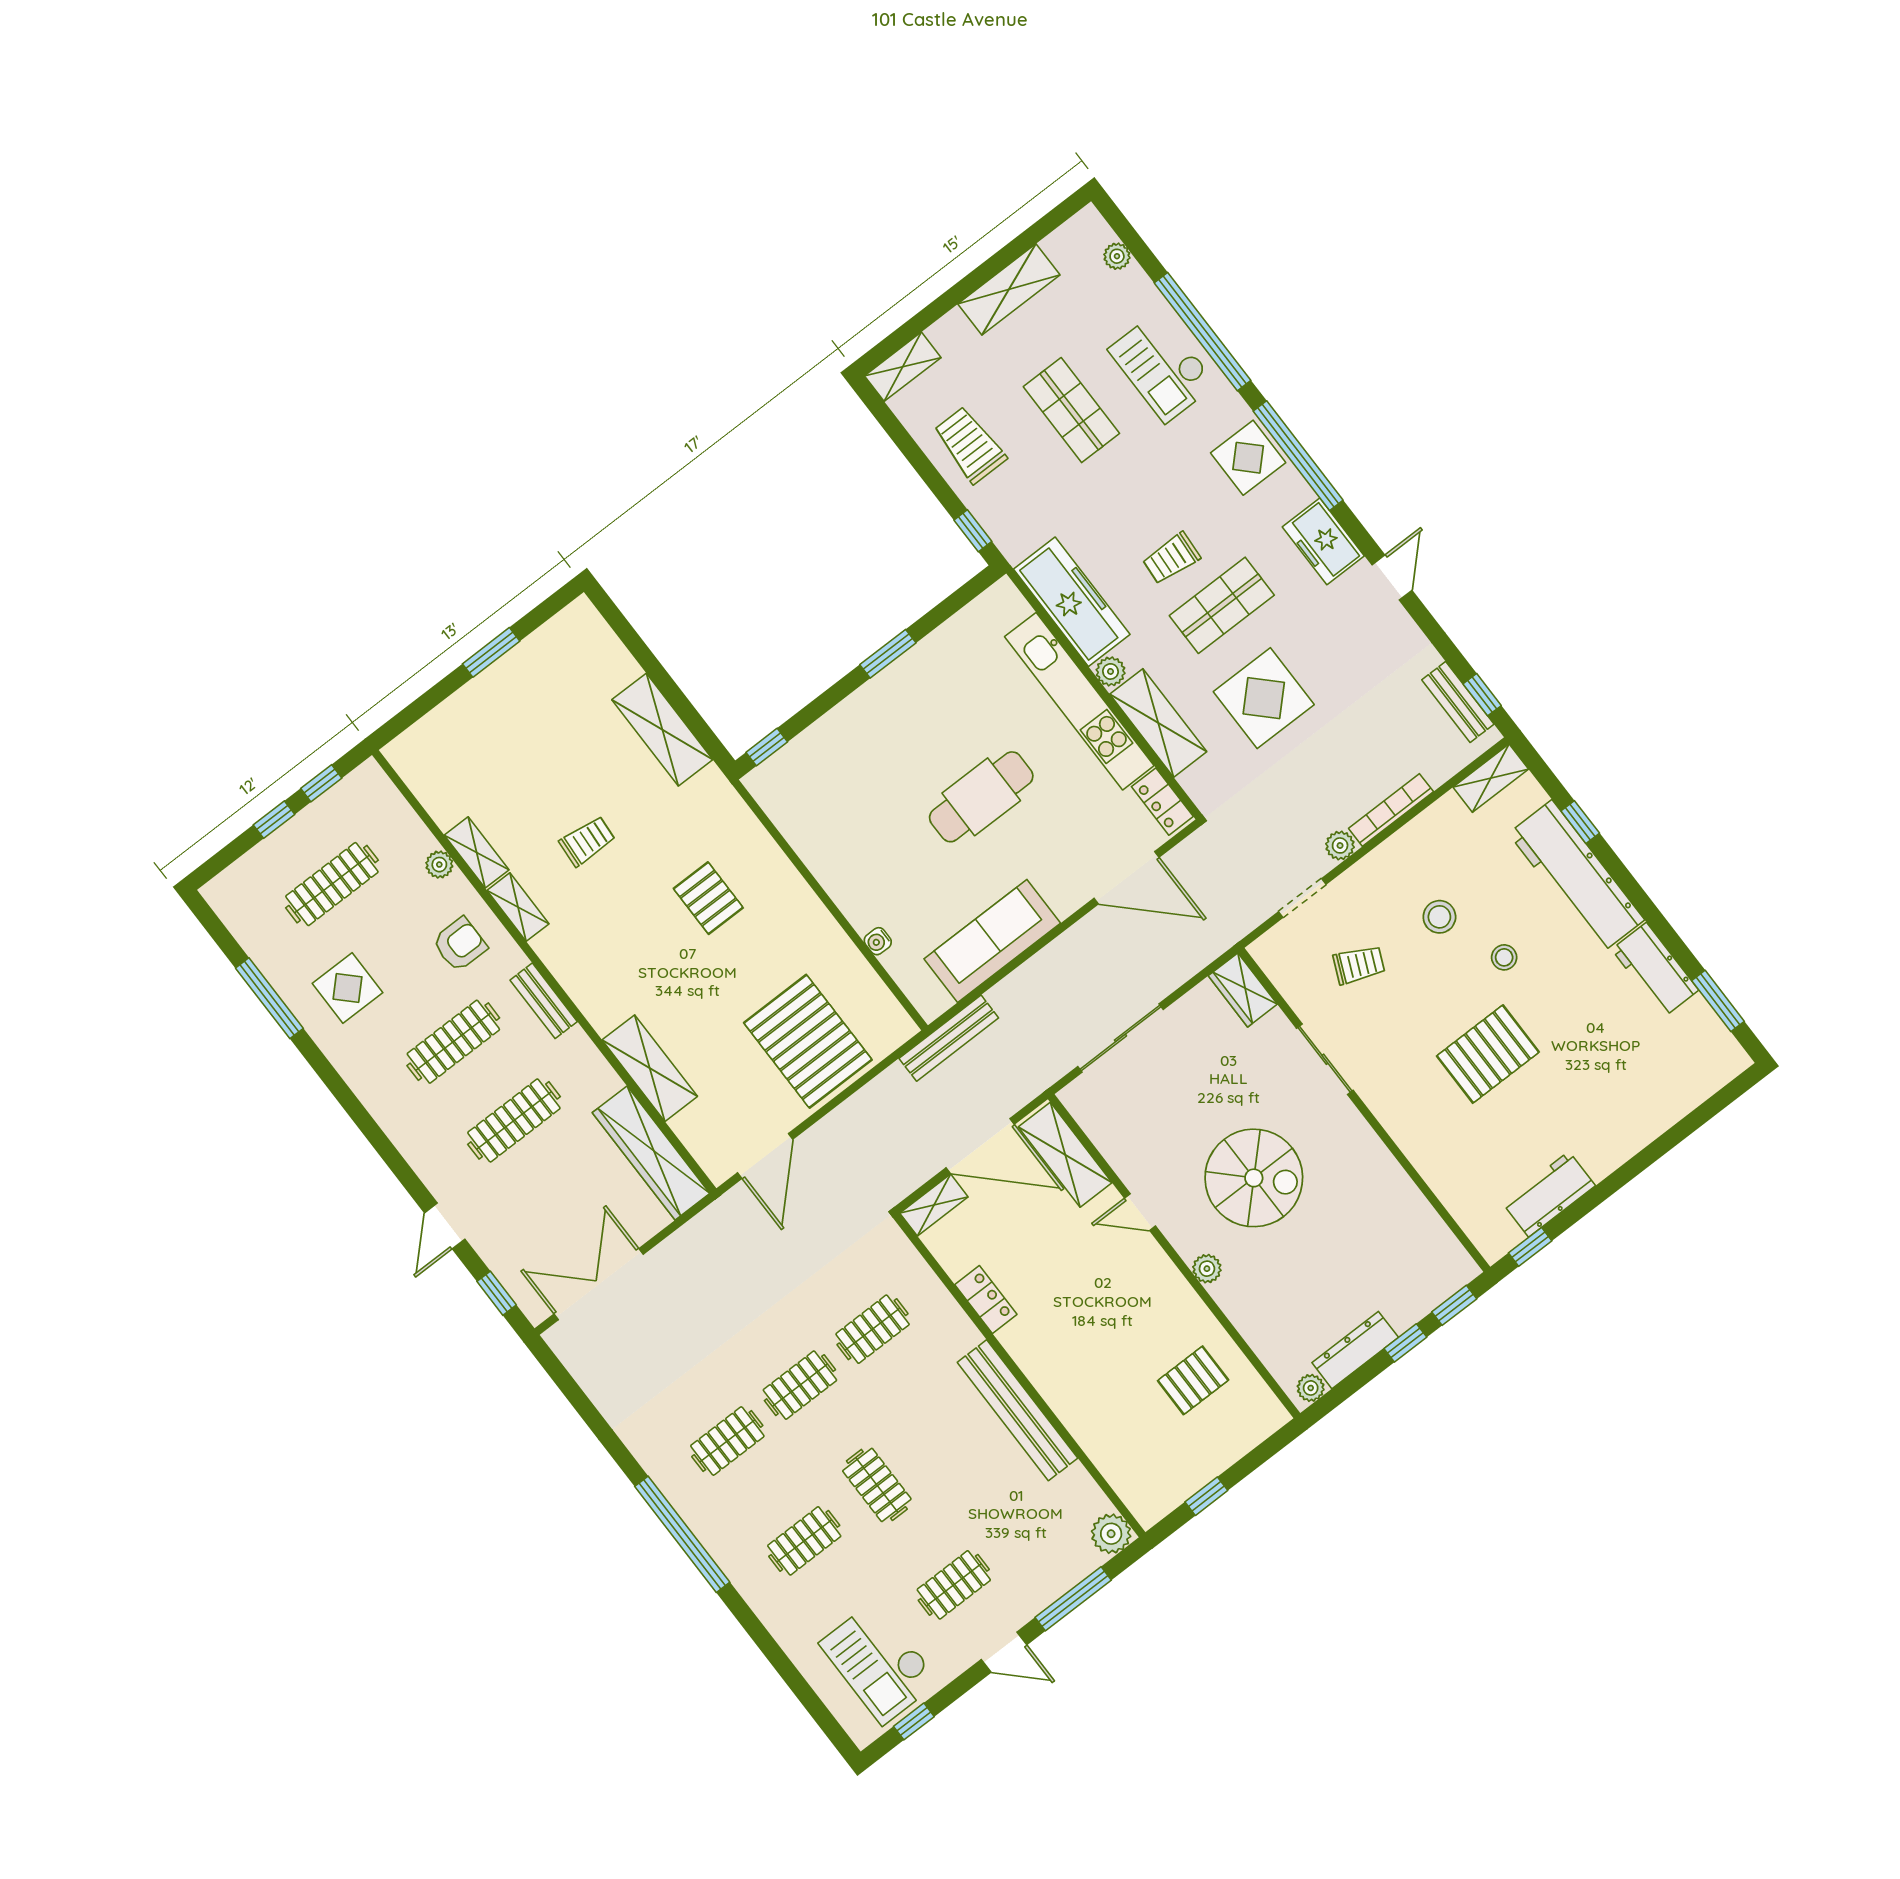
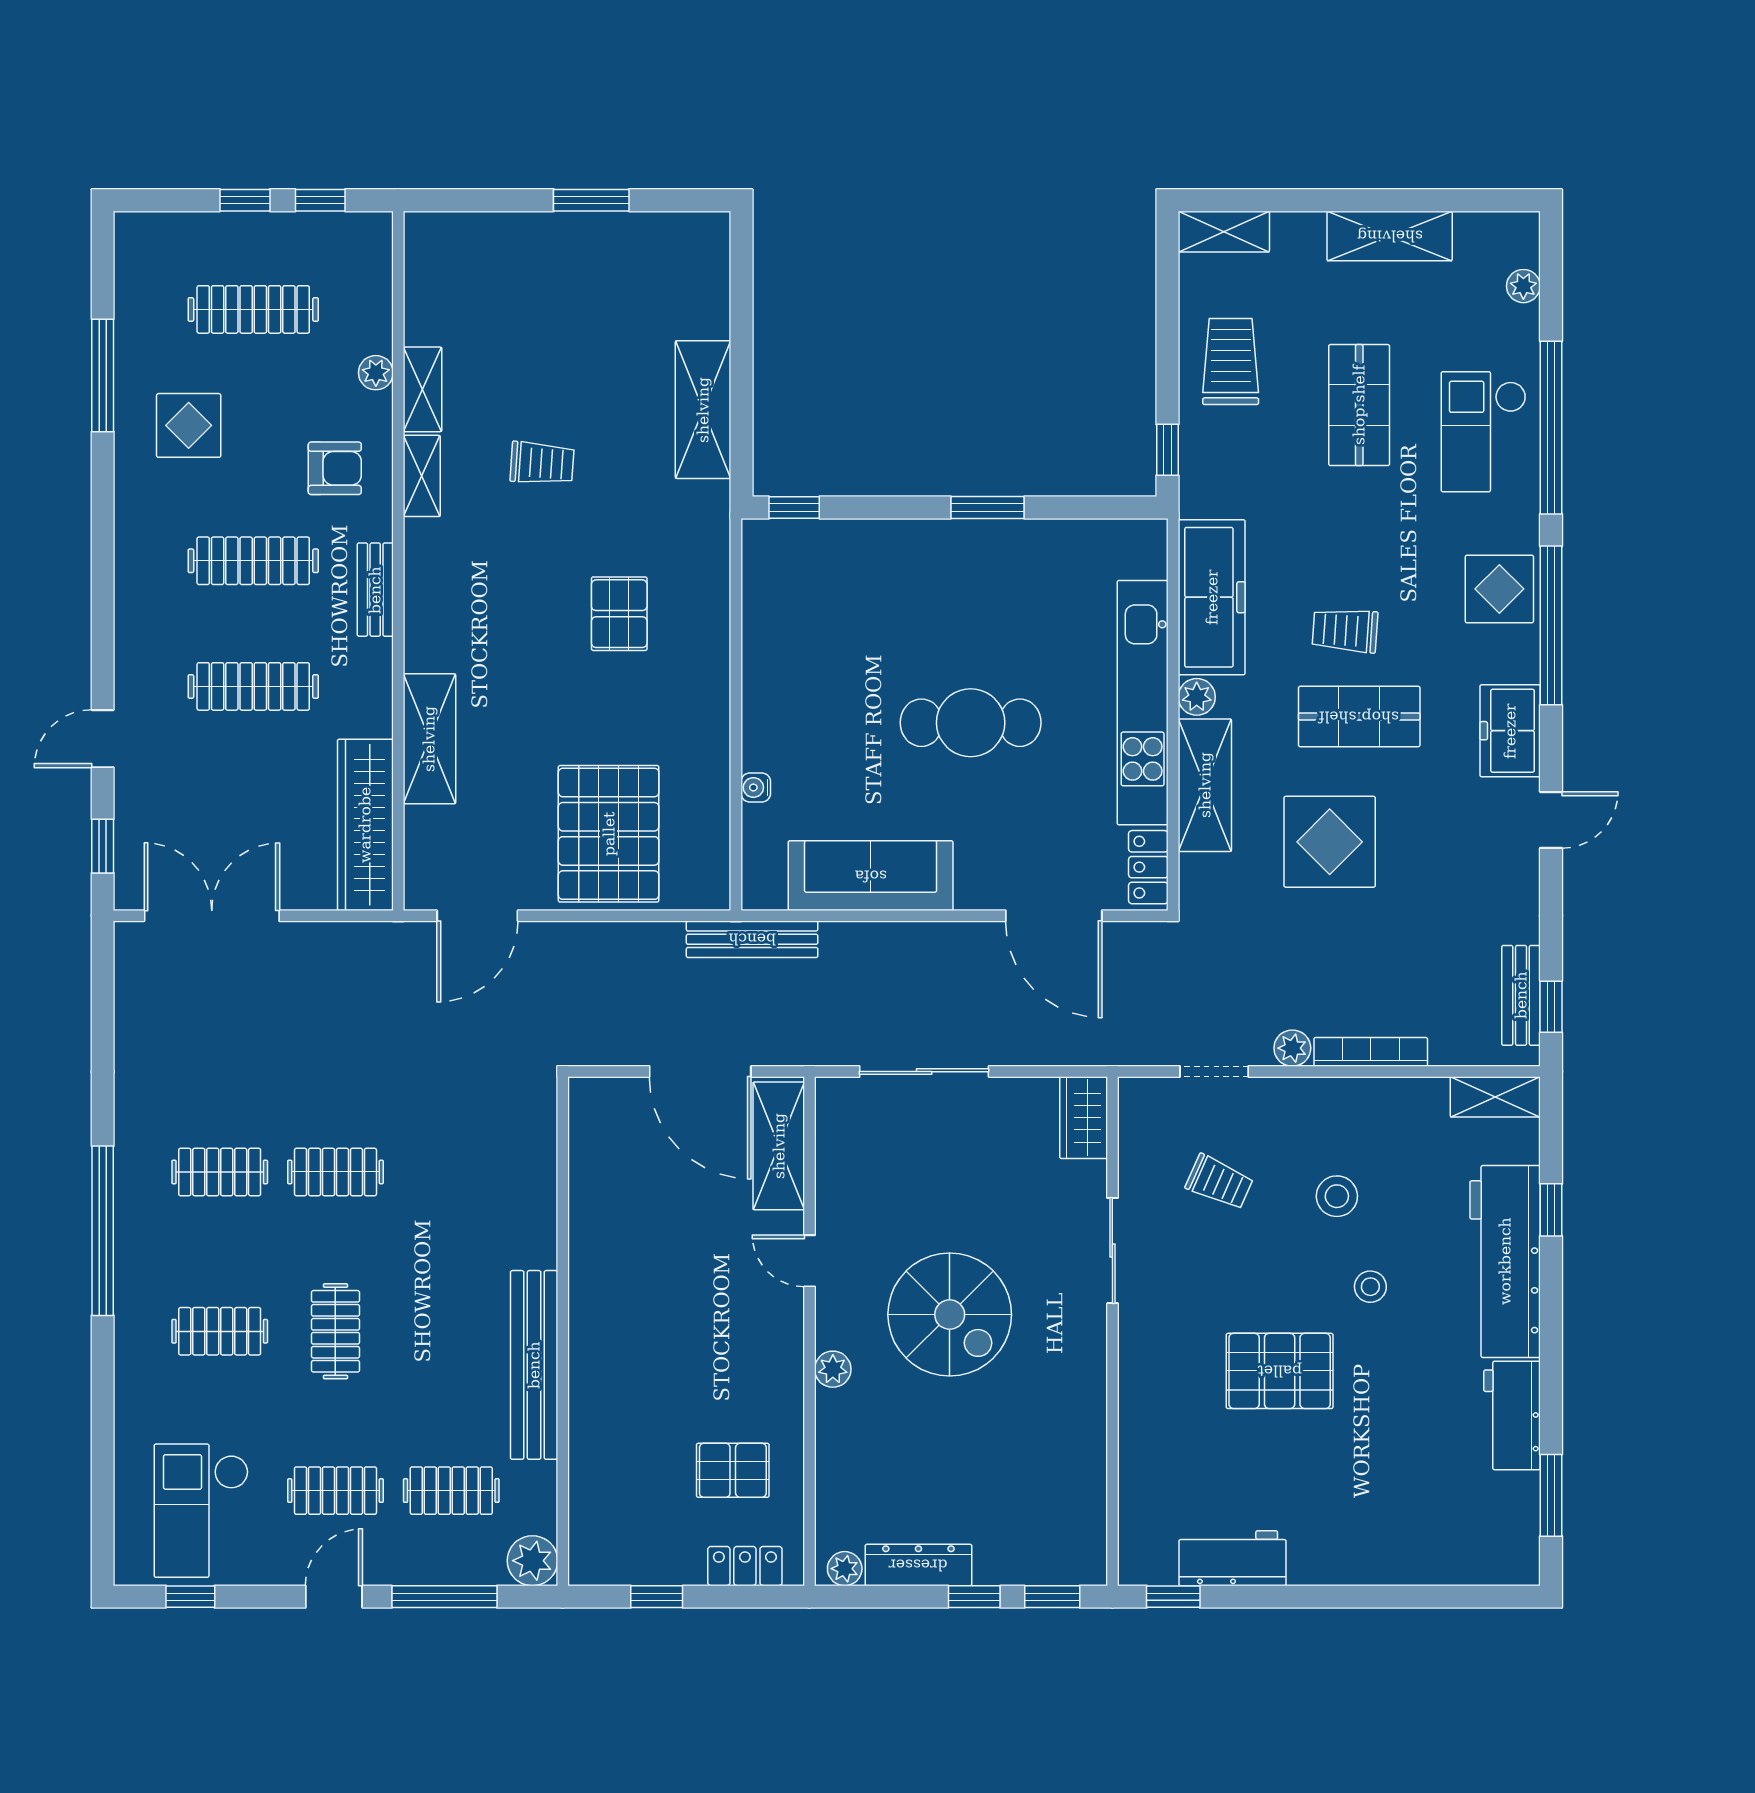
shelving: (934, 1205) -> (609, 1095), removed
locker: (986, 1299) -> (745, 1566), moved, turned -90
clothes rail: (873, 1329) -> (451, 1491), moved
door: (1004, 1652) -> (334, 1597), swing flipped

